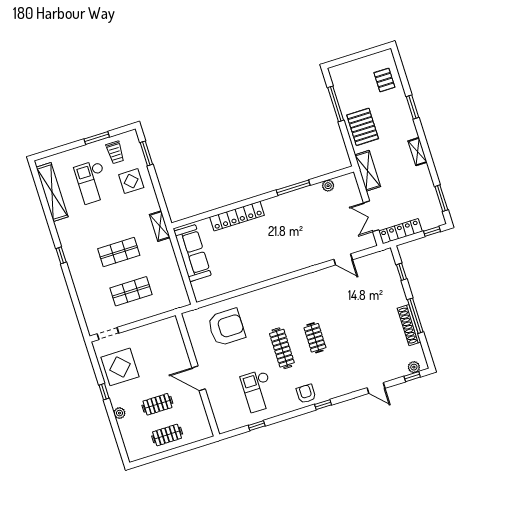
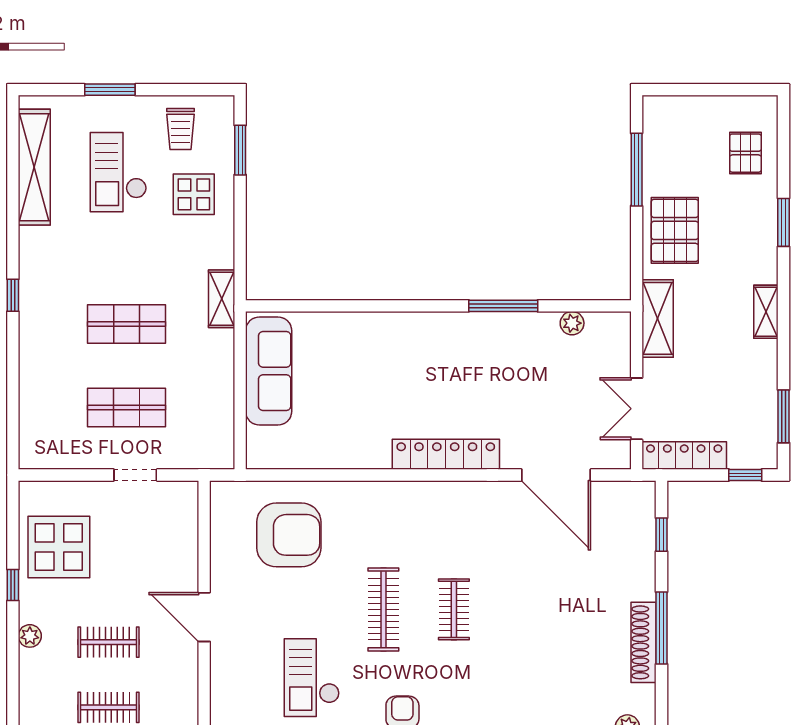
window: (97, 138) -> (110, 90), moved
locker: (237, 216) -> (446, 454), moved, turned 180
door: (343, 259) -> (556, 475), width x1.87
doorway: (108, 334) -> (135, 475), moved

